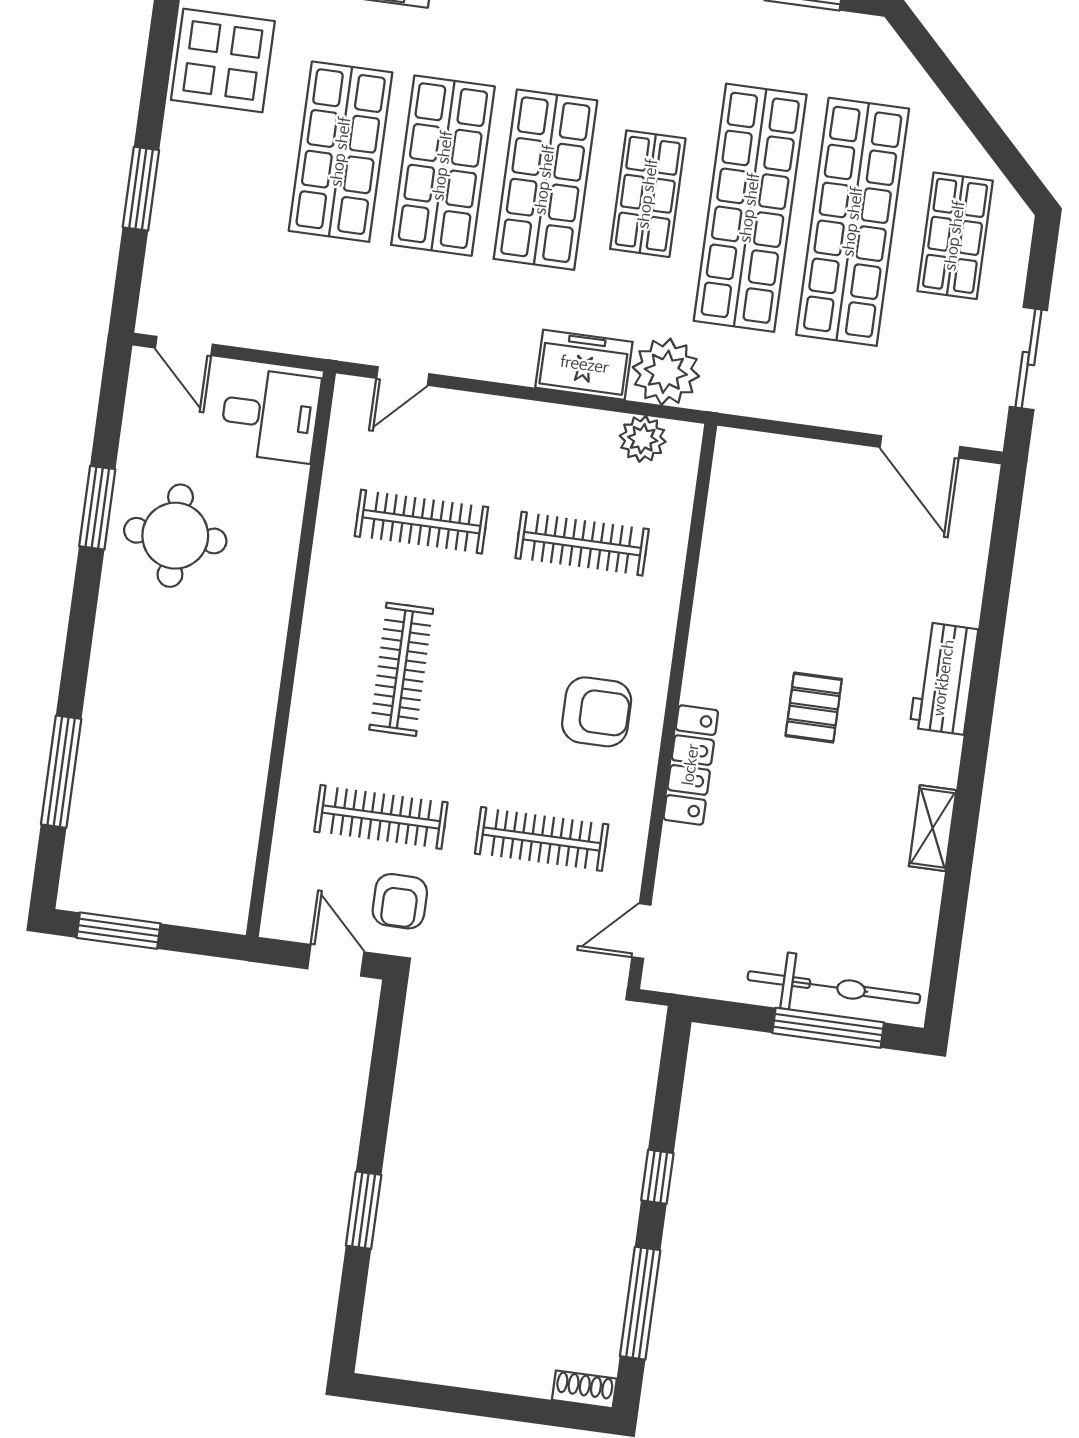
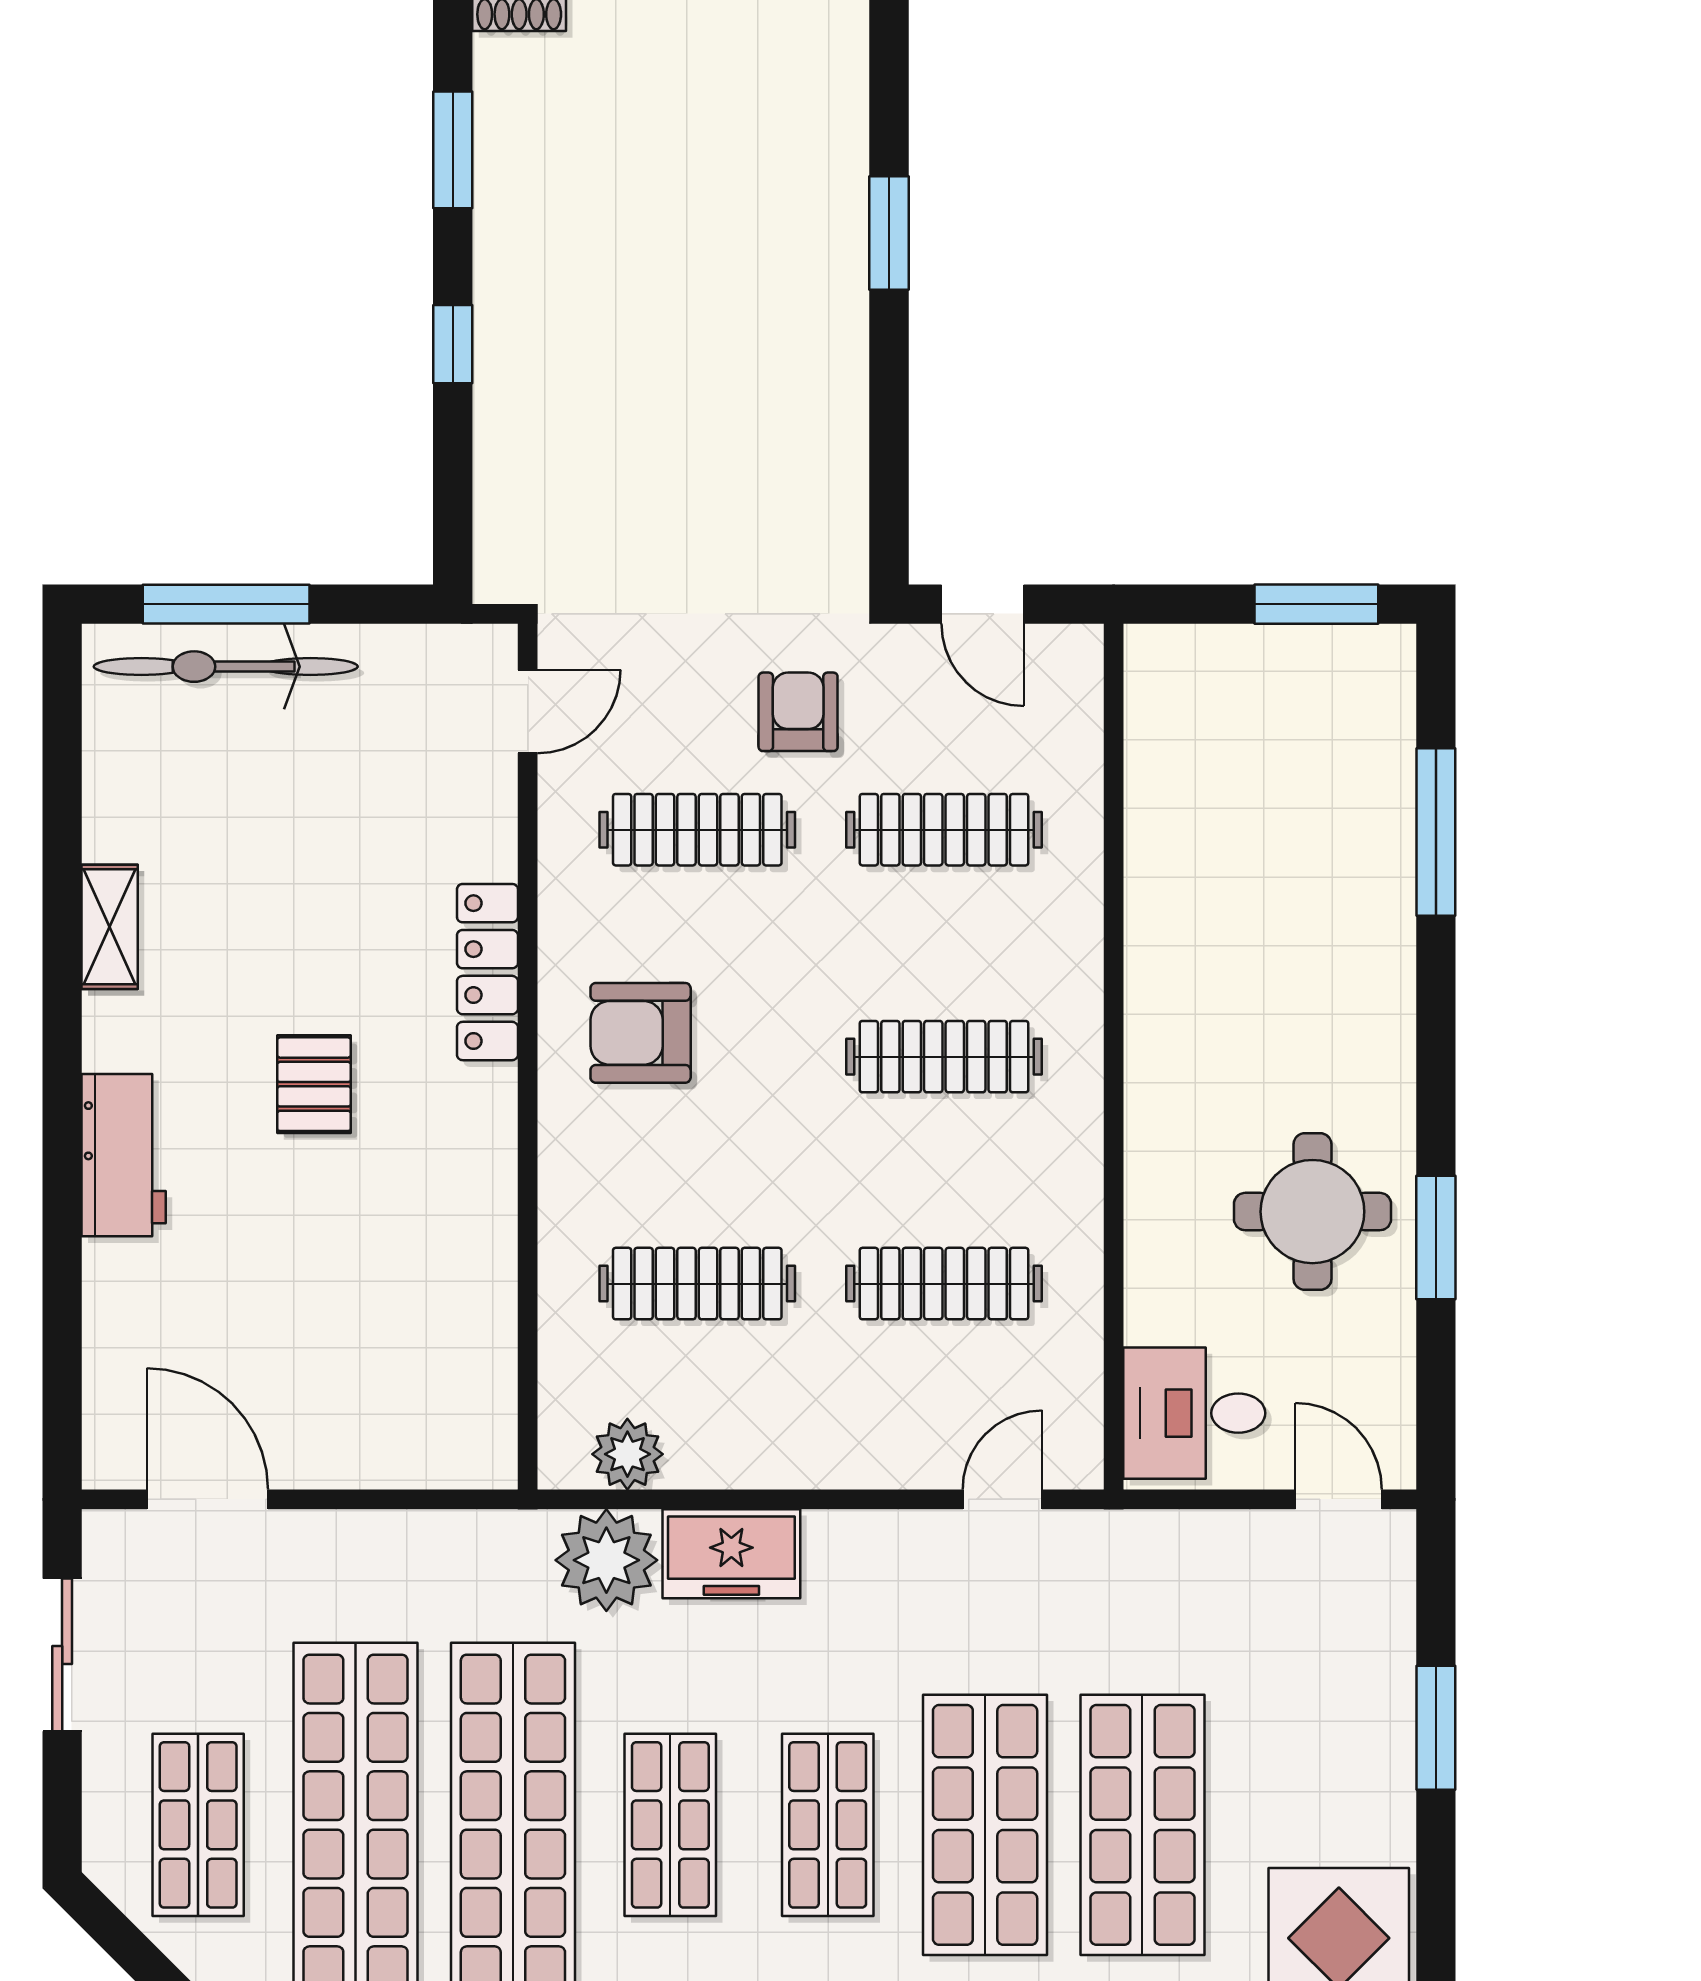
shop shelf: (545, 180) -> (828, 1825), width x0.70, depth x0.74
clothes rail: (401, 669) -> (944, 1057), turned 90
armchair: (400, 901) -> (798, 712), moved
window: (640, 1303) -> (453, 150), width x0.69

